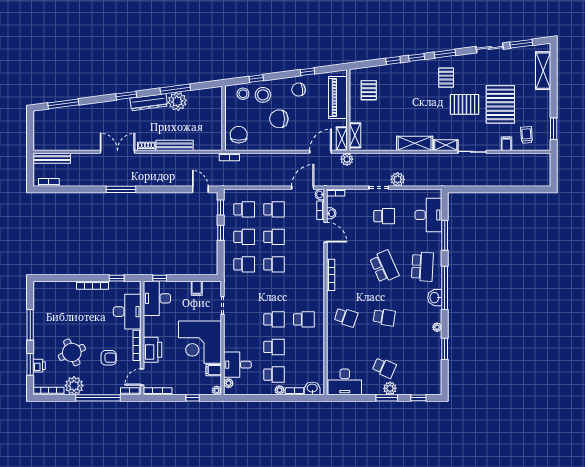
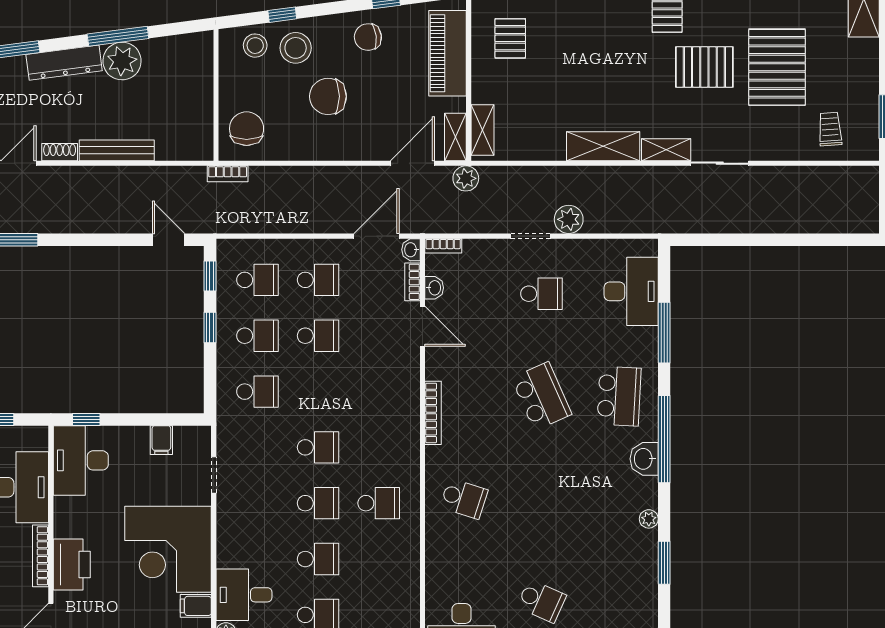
filing cabinet: (506, 144) -> (789, 147), removed
school desk: (274, 264) -> (318, 447), moved
school desk: (384, 317) -> (542, 499), removed

